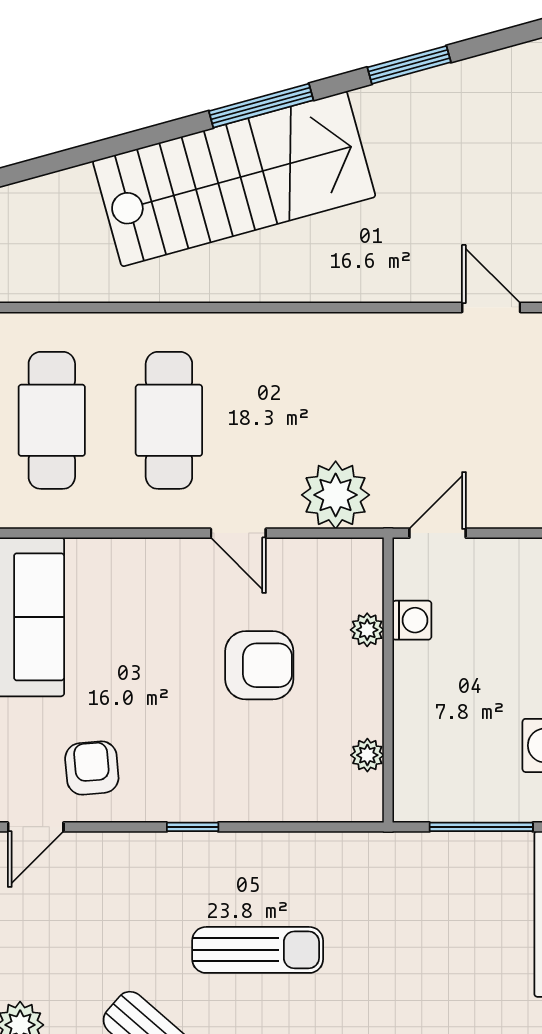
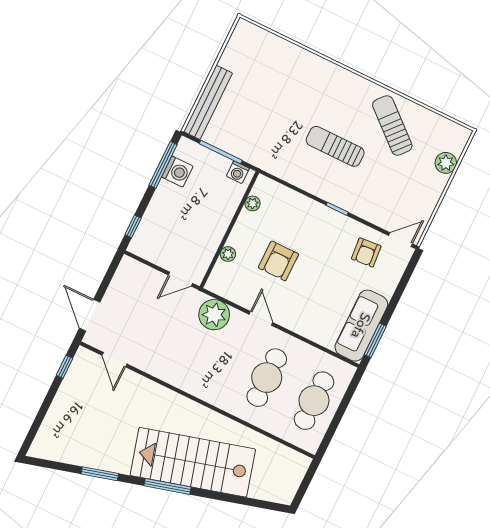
washing machine: (412, 620) -> (238, 172), moved, turned -90
armchair: (259, 665) -> (278, 261), turned -90

